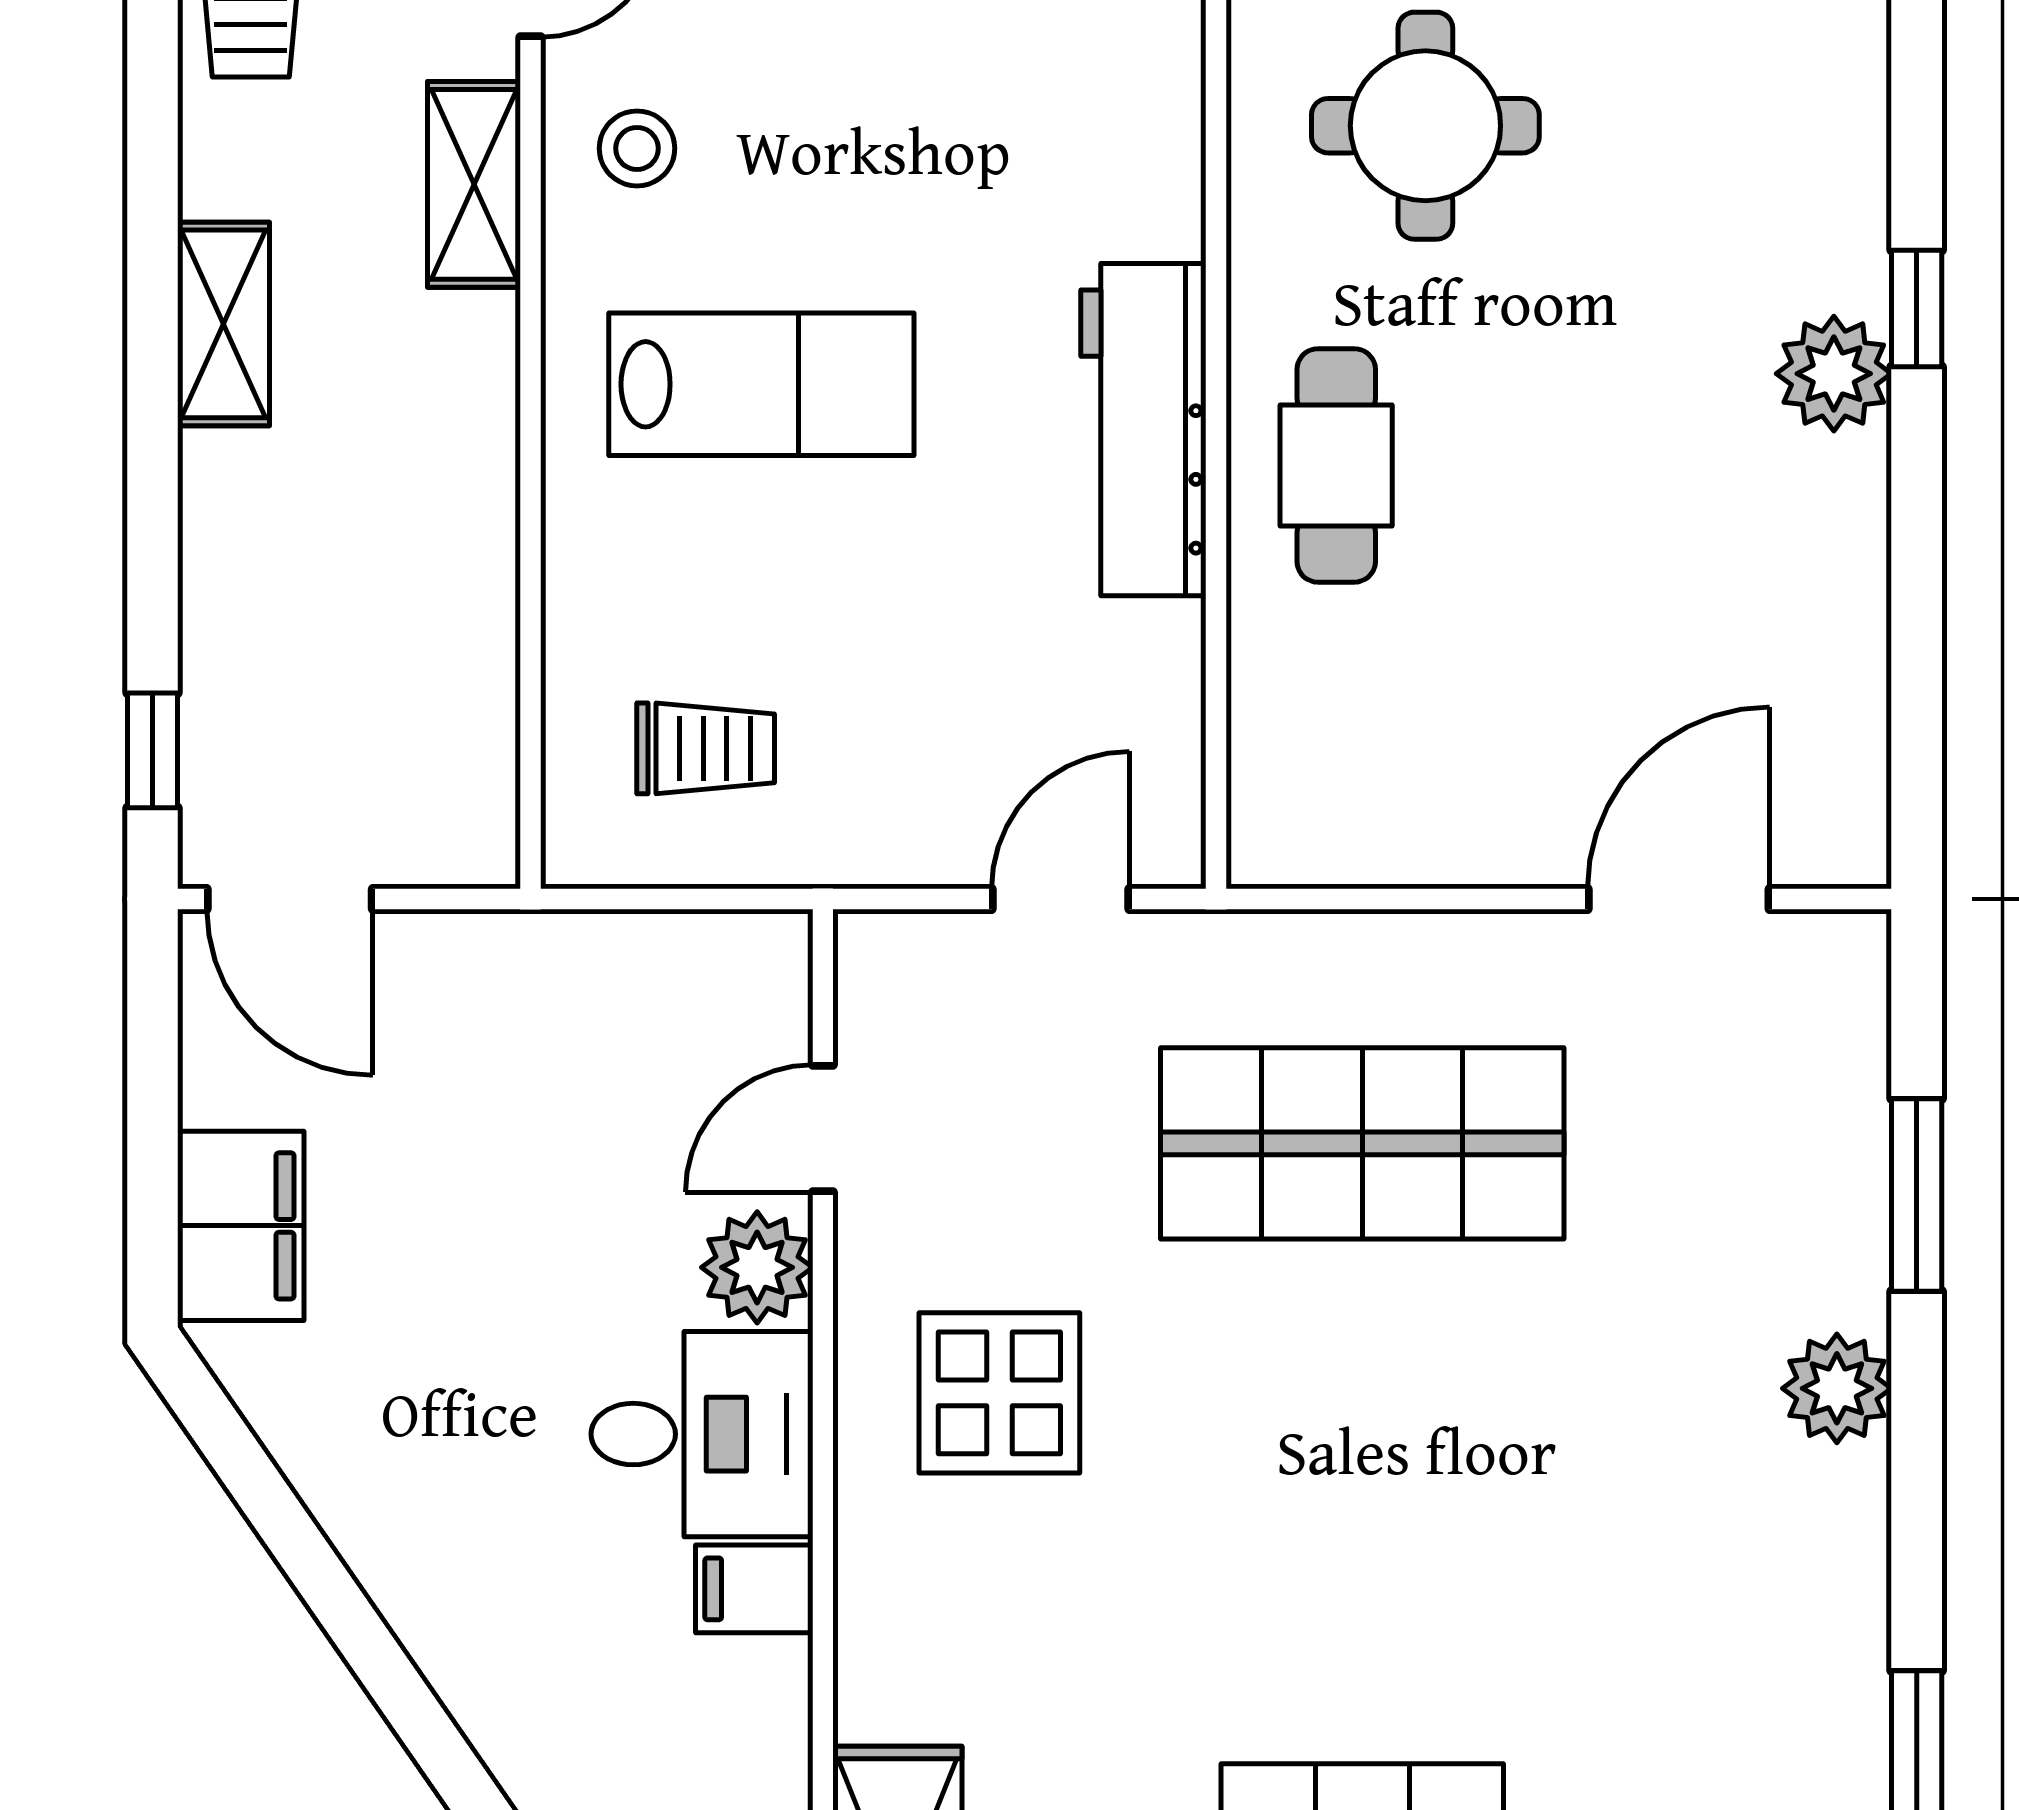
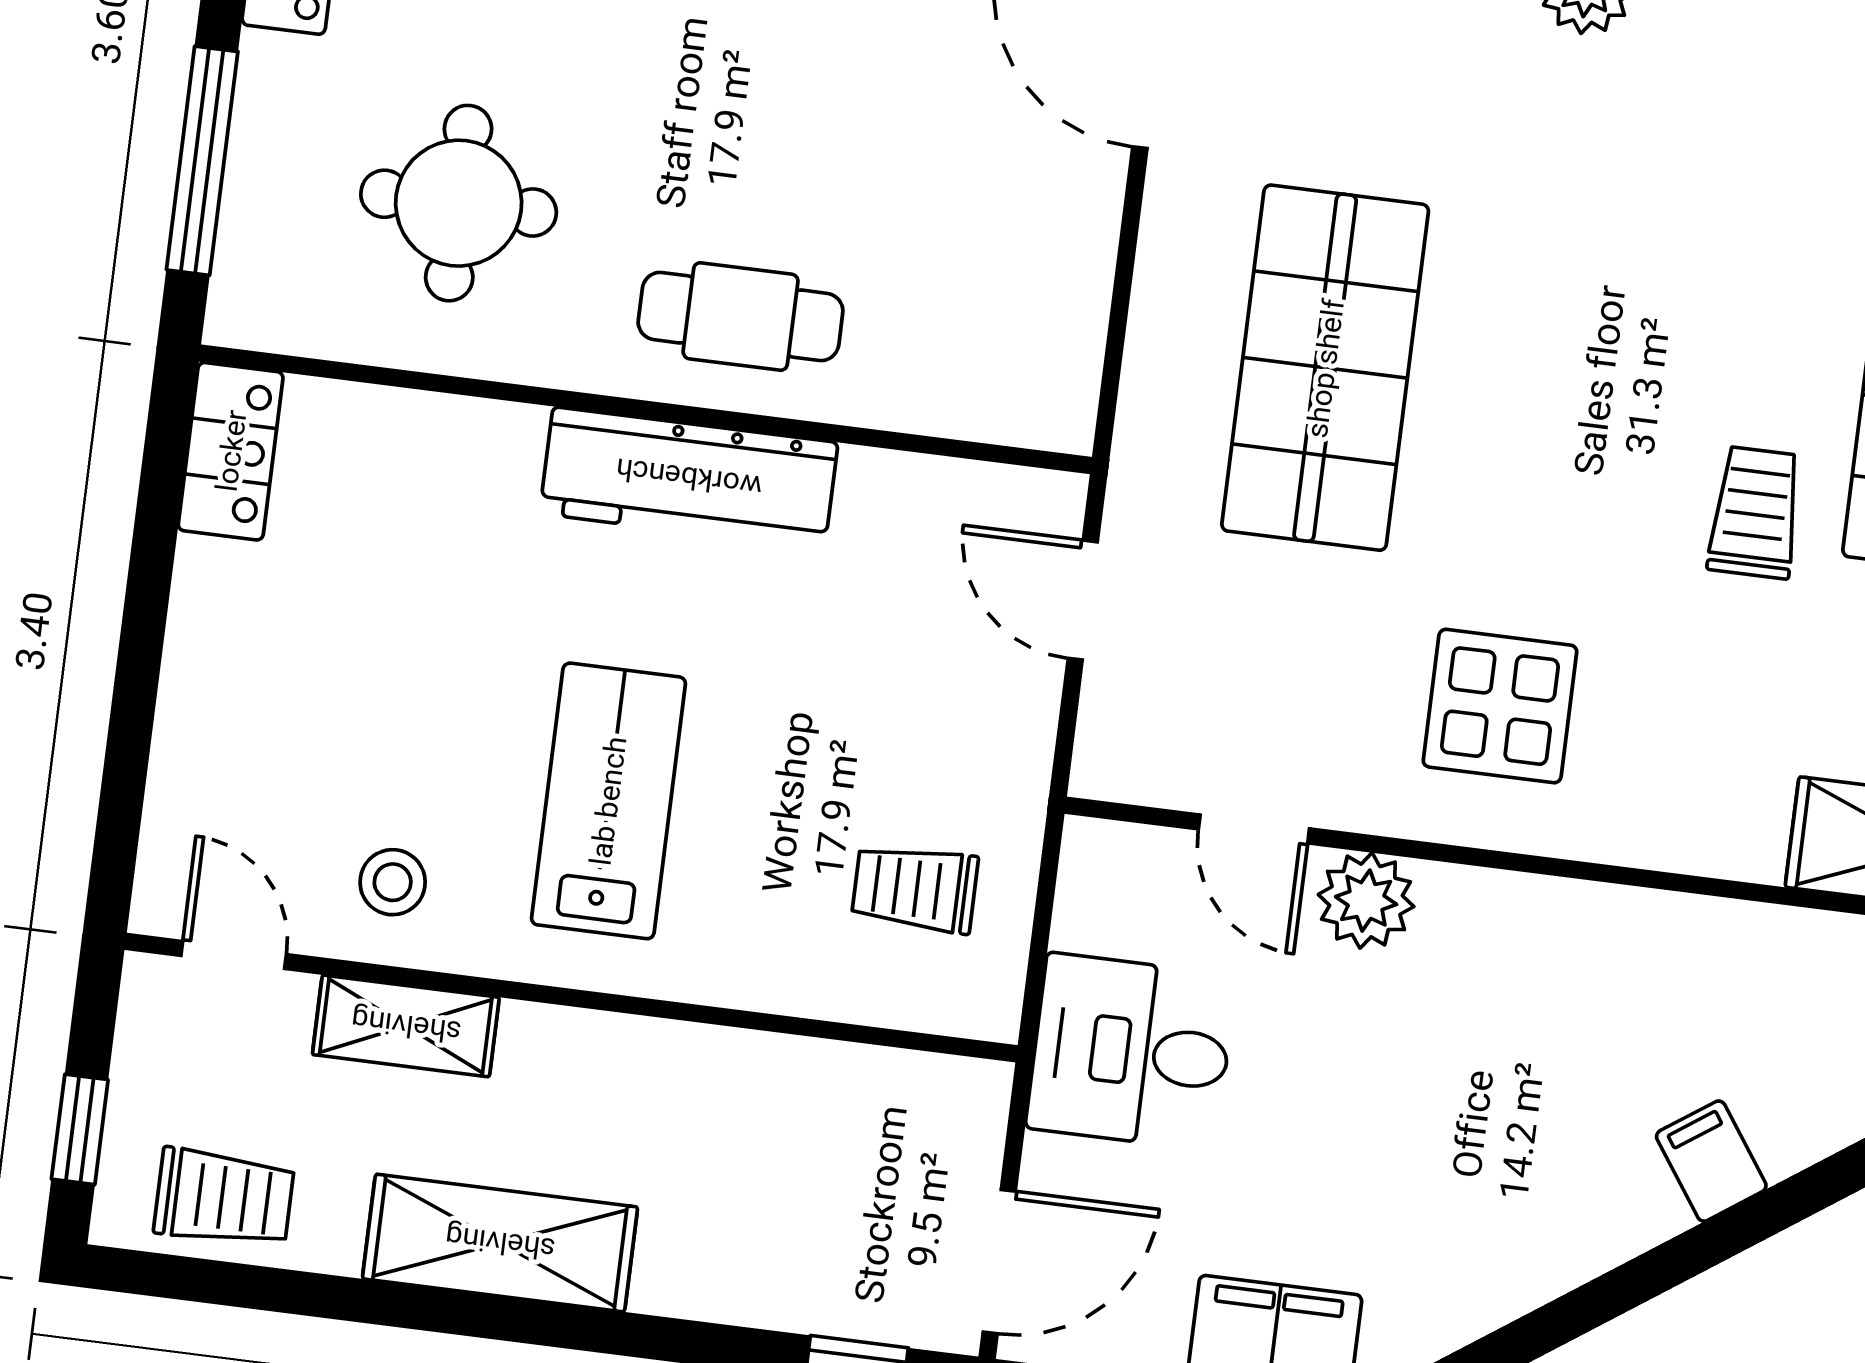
shelving: (224, 324) -> (500, 1243), width x1.50, depth x1.33
trolley: (706, 748) -> (915, 888), turned -90
desk: (702, 1434) -> (1131, 1052), moved, turned -90
filing cabinet: (754, 1589) -> (1711, 1161), moved, turned 145
trolley: (1258, 1658) -> (1755, 513), added

